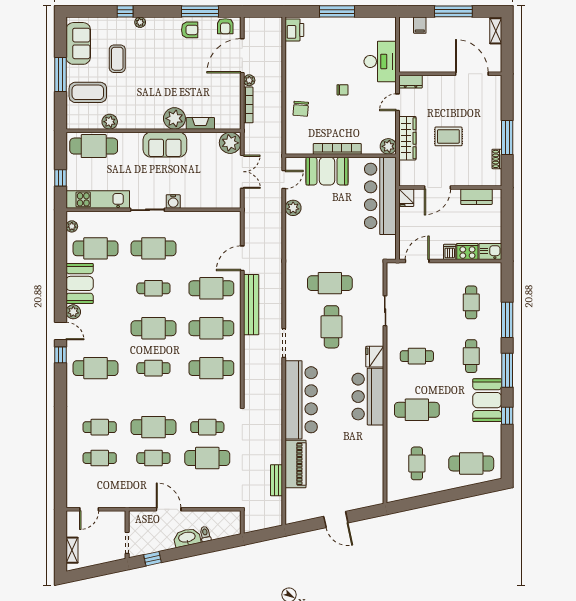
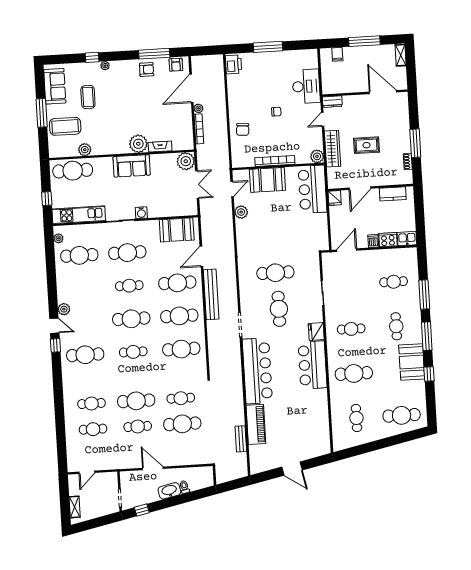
bar counter: (380, 196) -> (312, 189), width x0.73
booth: (80, 283) -> (177, 230), moved, turned 90
cafe table: (471, 302) -> (394, 282), turned 90

